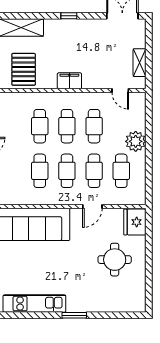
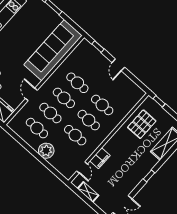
pallet: (24, 69) -> (142, 124), turned 90
filing cabinet: (69, 81) -> (100, 158), moved
door: (120, 90) -> (82, 167), swing flipped

